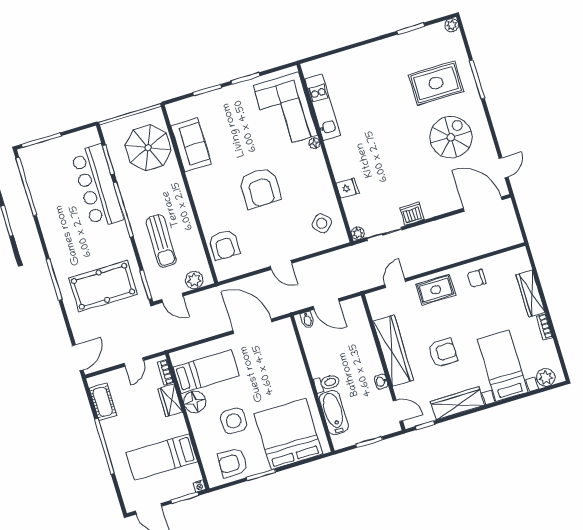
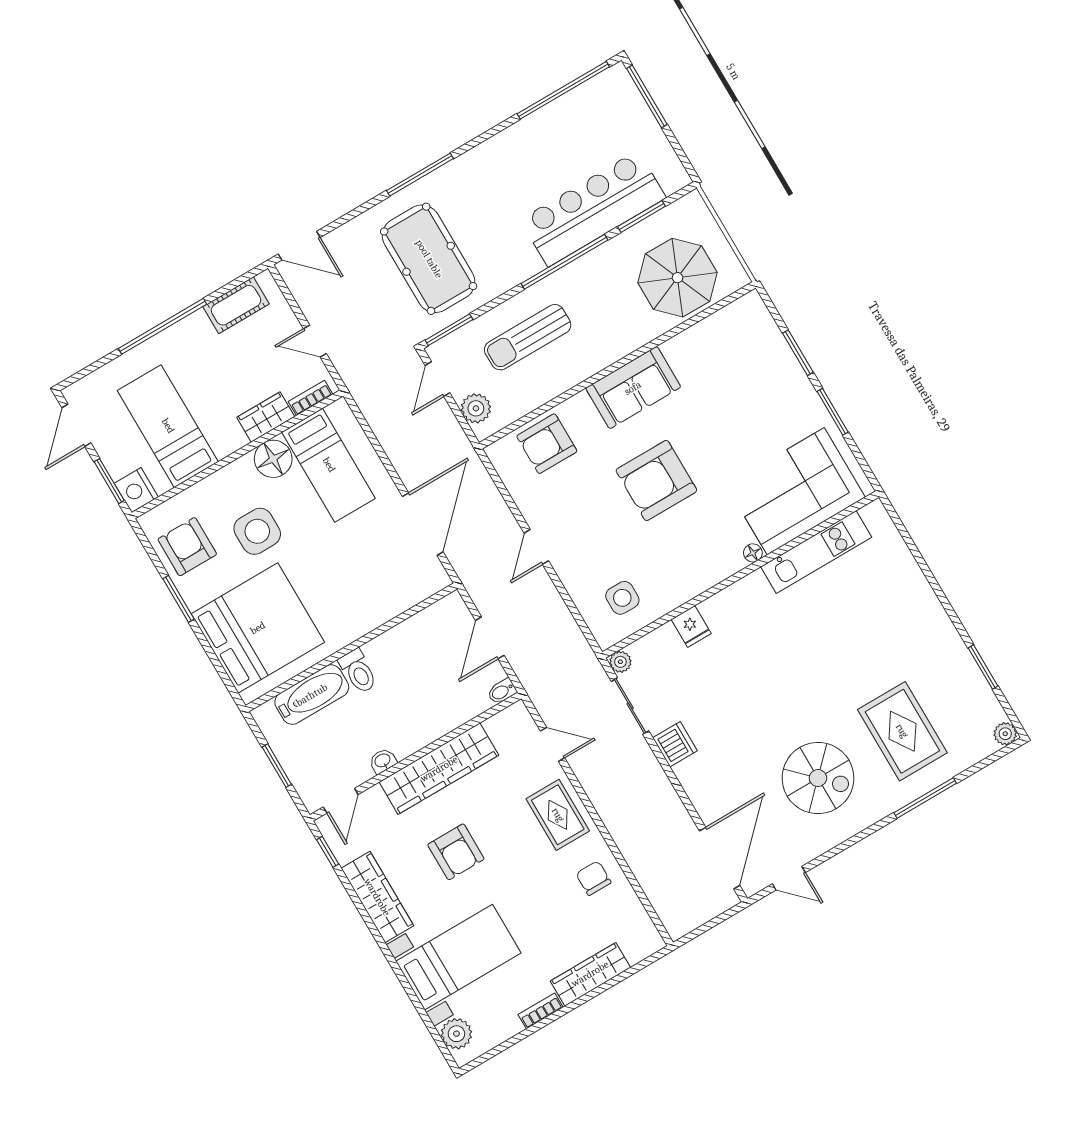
sofa: (191, 145) -> (633, 388), moved
side table: (322, 223) -> (622, 598), turned 45
bidet: (307, 320) -> (502, 691), moved
nightstand: (199, 486) -> (136, 490), width x1.89, depth x1.79

